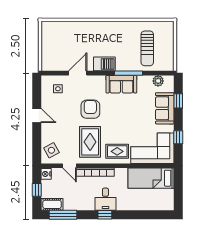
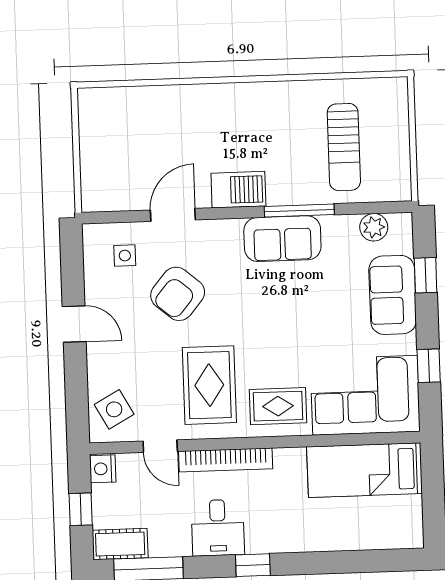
armchair: (90, 109) -> (178, 294), moved, turned -140
desk: (105, 199) -> (218, 528), moved

